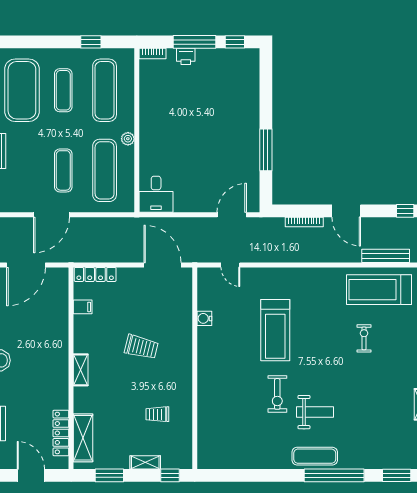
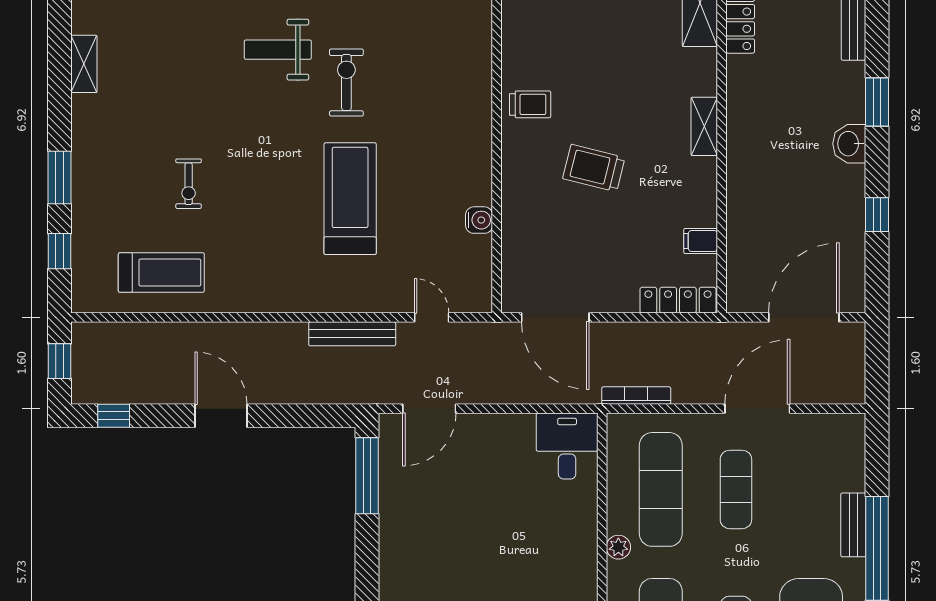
window: (266, 150) -> (367, 476), moved
bookcase: (304, 222) -> (636, 396), moved
bench: (386, 256) -> (352, 334), moved
treadmill: (379, 290) -> (161, 273), width x0.73, depth x0.73
trolley: (157, 414) -> (530, 104), moved

